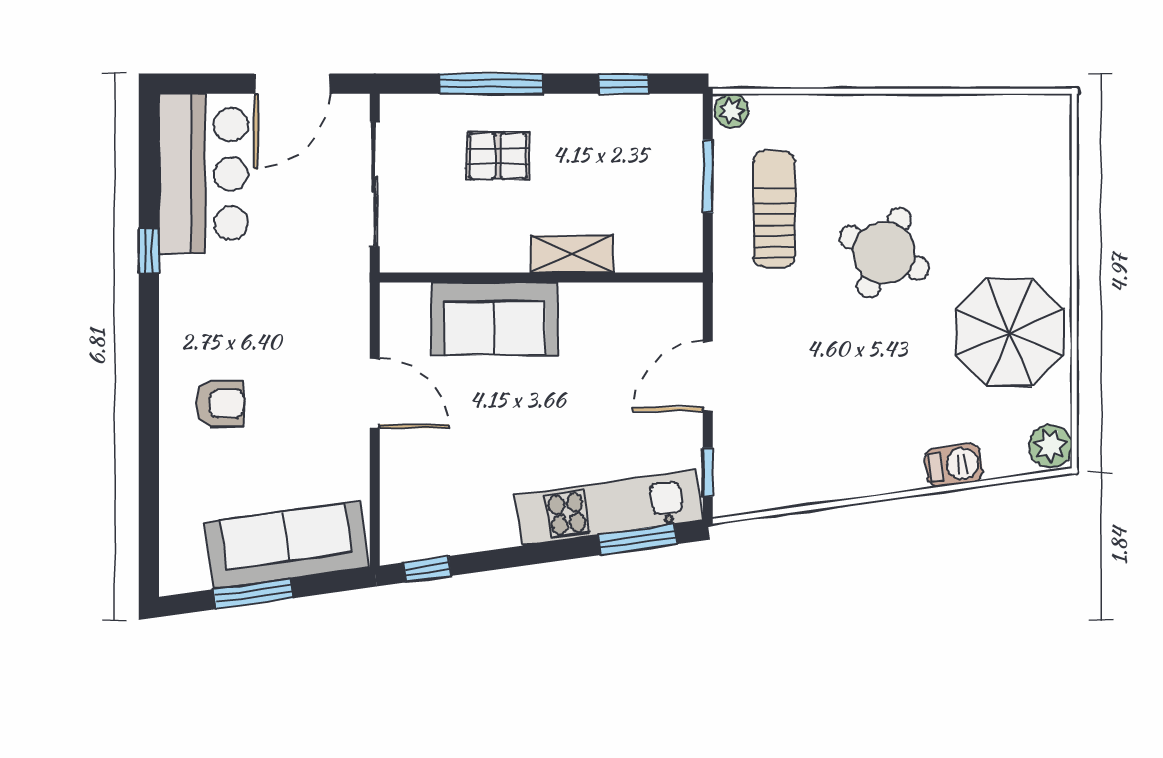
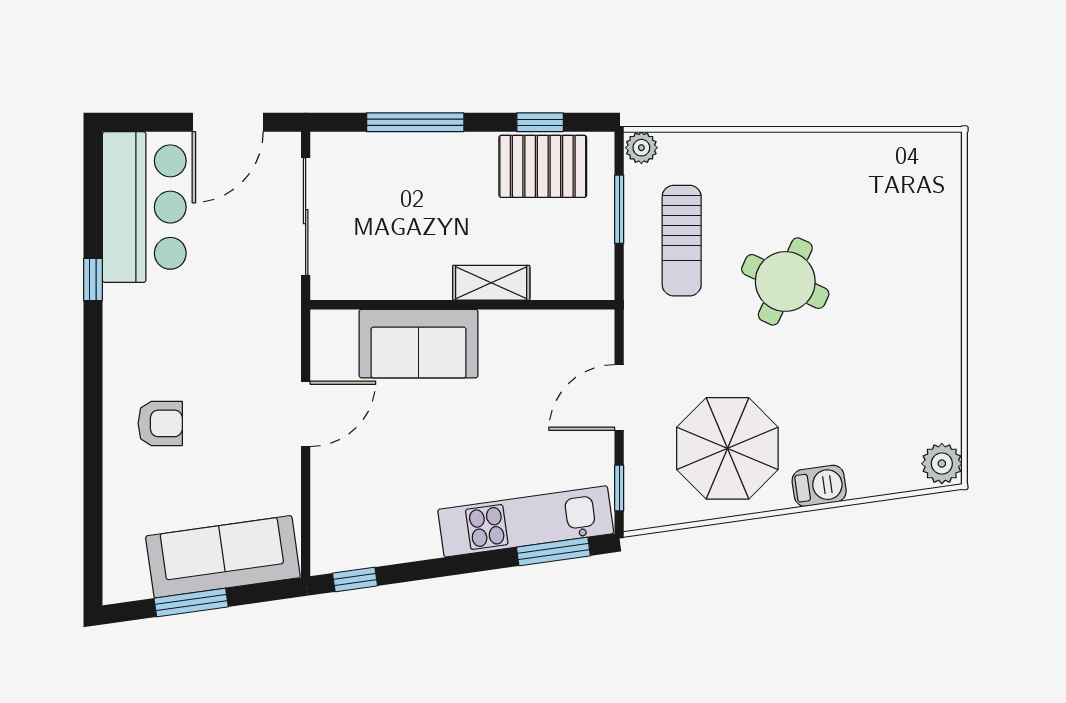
pallet: (498, 156) -> (543, 166), moved, width x1.50, depth x1.42
sun lounger: (774, 209) -> (682, 241), turned 180
parasol: (1010, 332) -> (727, 448), moved
door: (375, 393) -> (306, 414), hinge flipped
barbecue: (954, 465) -> (819, 486), moved

